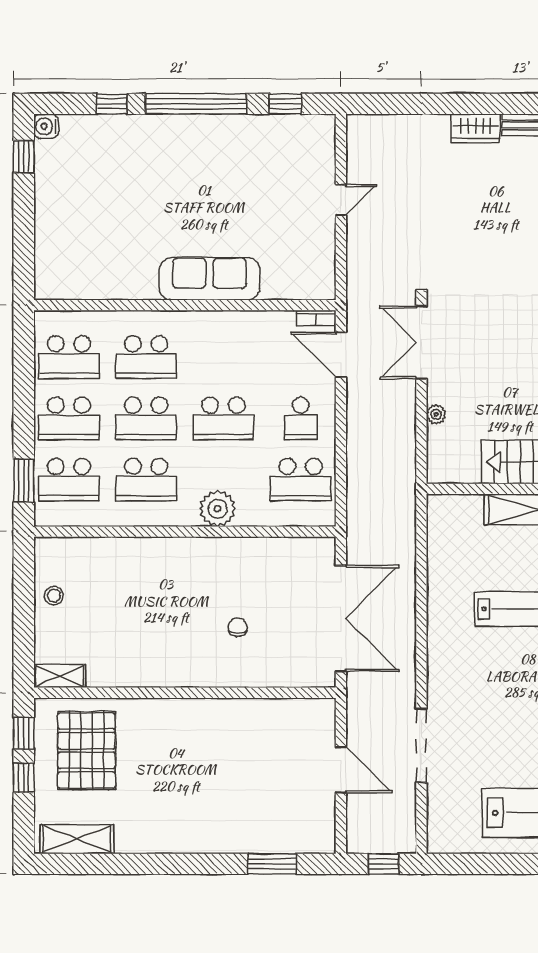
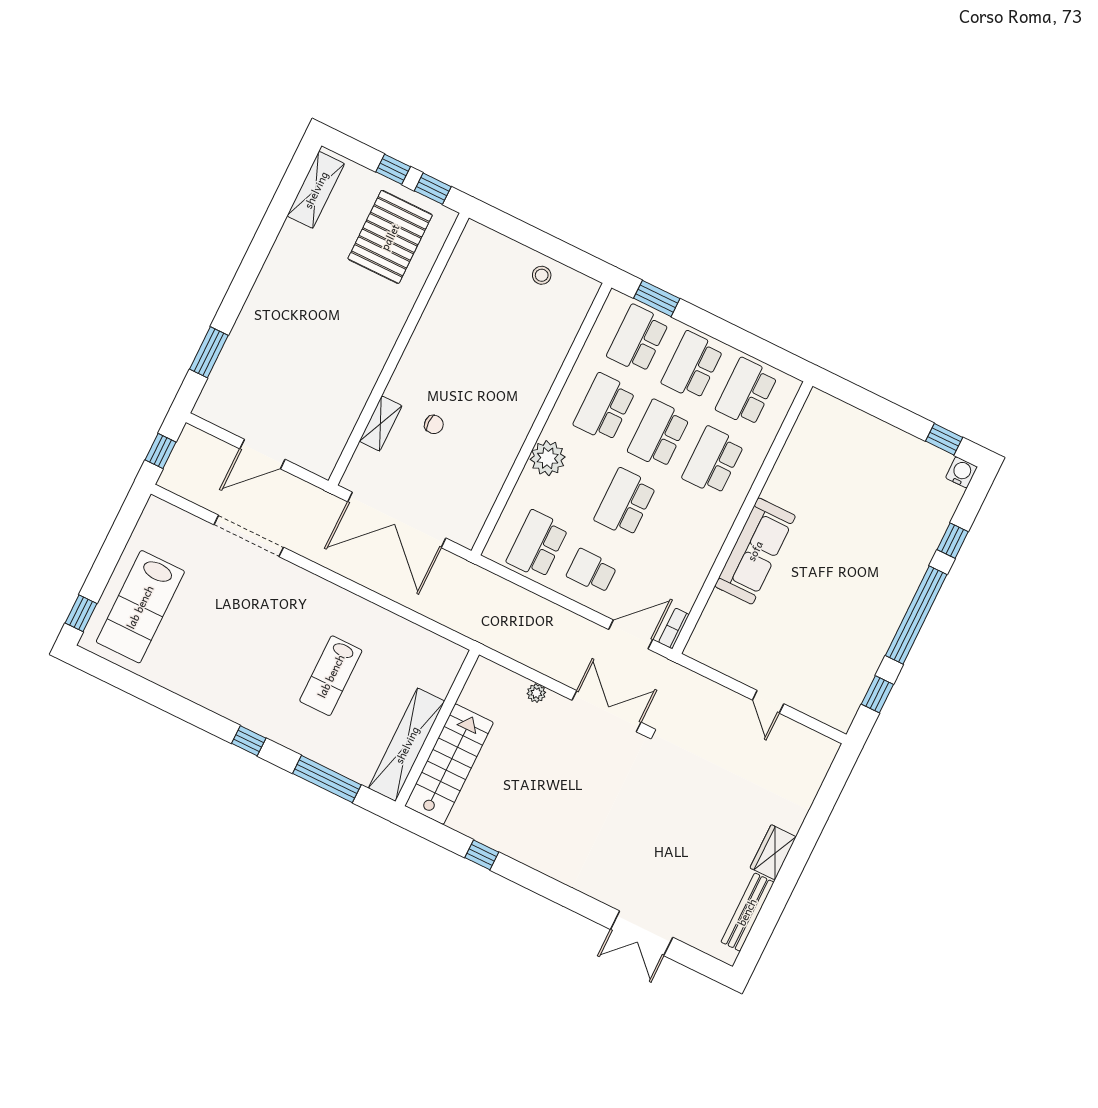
shelving: (60, 676) -> (381, 423), moved
pallet: (87, 750) -> (390, 237), turned 90

